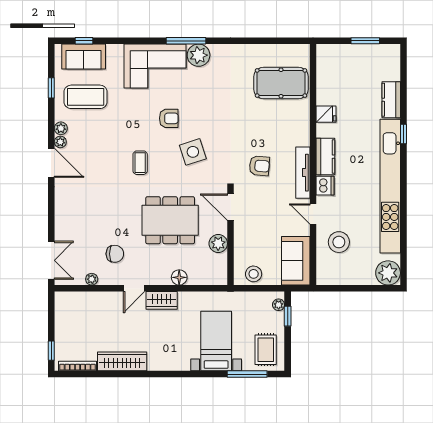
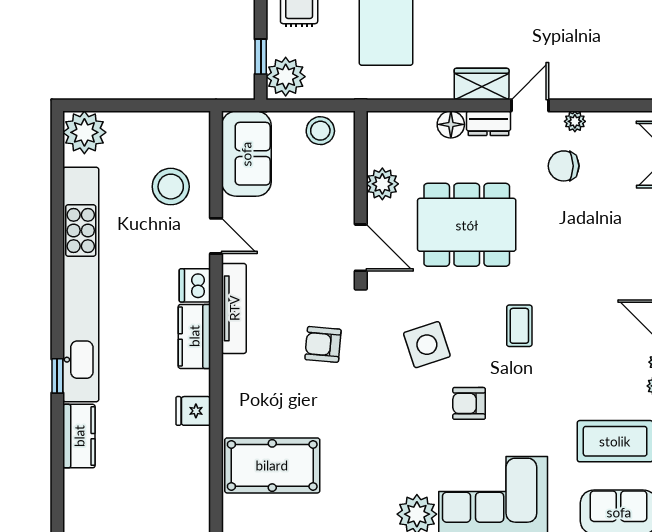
armchair: (259, 166) -> (323, 344), moved
dresser: (158, 278) -> (489, 123), added
plant: (92, 279) -> (575, 121), moved
plant: (279, 305) -> (286, 77), width x1.87, depth x1.87

